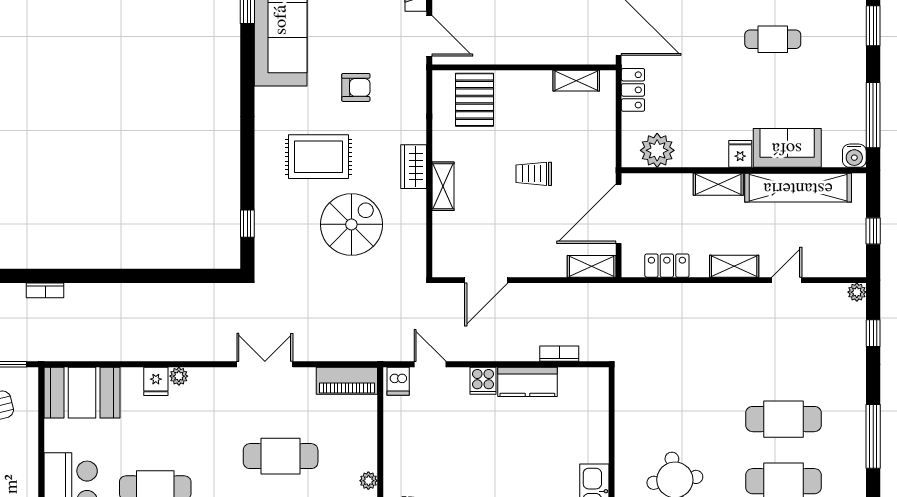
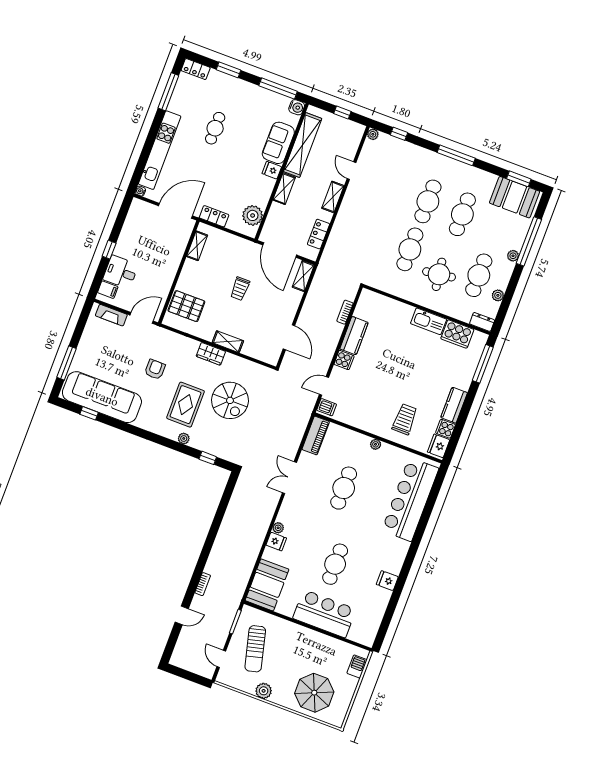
plant: (264, 174) -> (184, 438), added
spiral stairs: (351, 224) -> (230, 400), turned 180
cafe table: (697, 419) -> (410, 249), added

